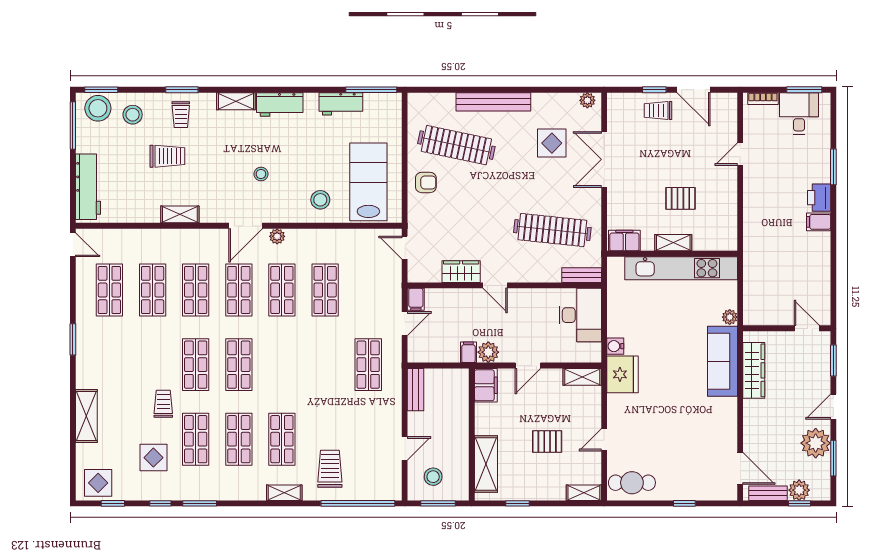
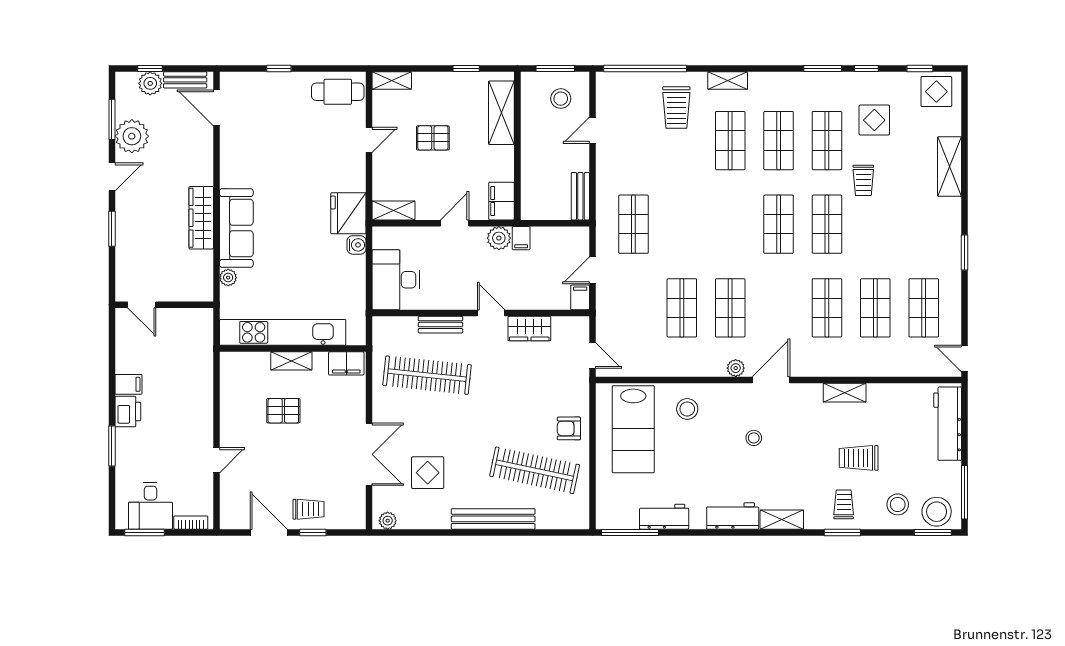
bench: (582, 275) -> (440, 325), moved
shop shelf: (239, 290) -> (779, 308), removed
wall: (787, 328) -> (164, 305), moved
door: (807, 328) -> (142, 305), moved

